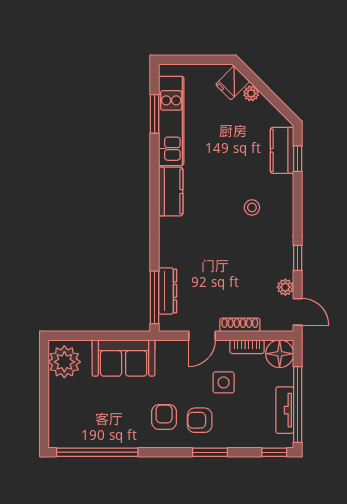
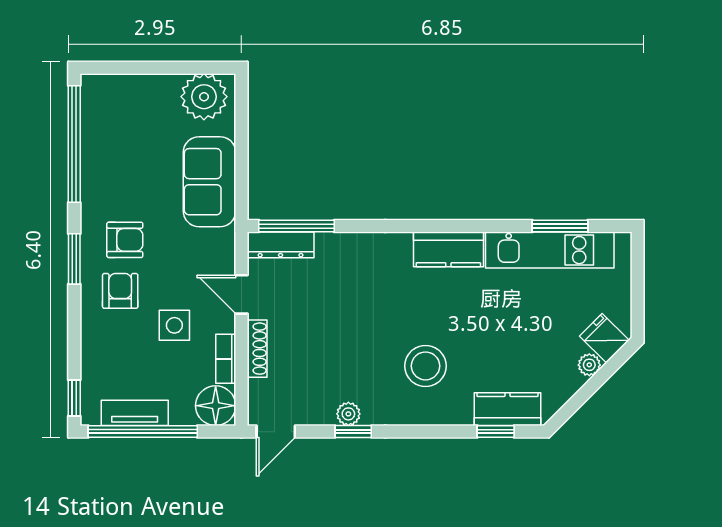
stool: (252, 207) -> (426, 366), width x1.89, depth x1.89
plant: (285, 287) -> (348, 414), moved
dresser: (168, 291) -> (281, 245), moved
window: (210, 452) -> (74, 259), moved

